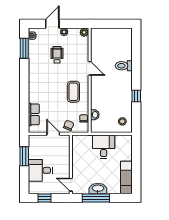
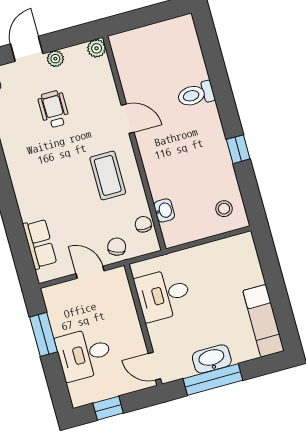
desk: (104, 147) -> (163, 295), moved, turned -90

